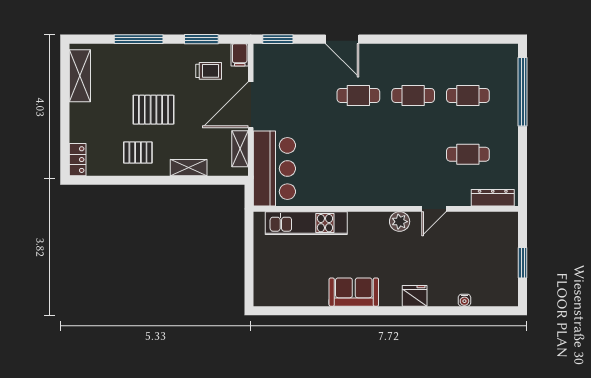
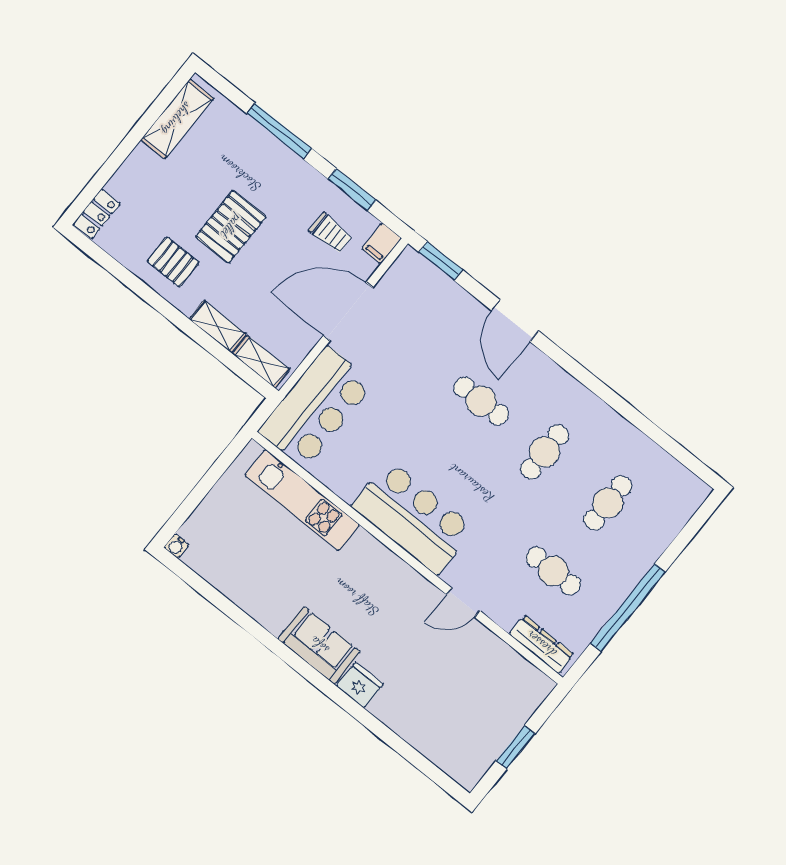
window: (523, 92) -> (628, 608), moved
cafe table: (413, 95) -> (545, 452), turned 90
cafe table: (468, 95) -> (608, 503), turned 90
pallet: (153, 110) -> (231, 227), turned 90
shelving: (240, 149) -> (261, 362), moved, turned 90
bar counter: (372, 185) -> (413, 517), added
plant: (400, 222) -> (412, 585), removed
sofa: (354, 292) -> (319, 645), moved
water cooler: (464, 300) -> (176, 546), moved

